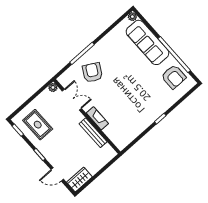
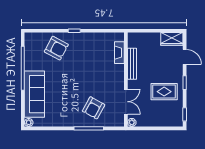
armchair: (174, 77) -> (56, 48), moved, turned 118
double door: (72, 100) -> (126, 102), swing flipped
fireplace: (97, 118) -> (119, 53), moved
rug: (38, 125) -> (164, 92), moved, turned 90

